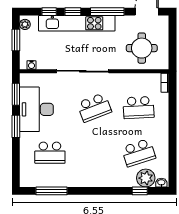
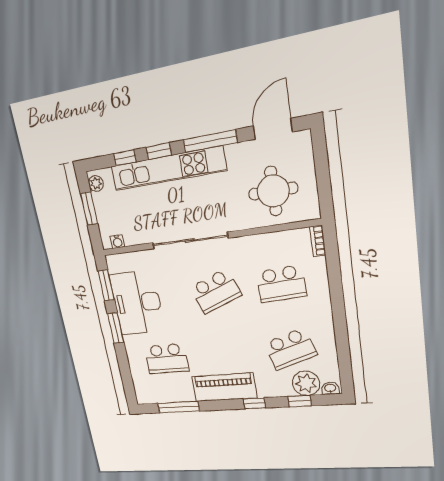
piano: (88, 177) -> (224, 387), added
window: (108, 191) -> (254, 403), added

